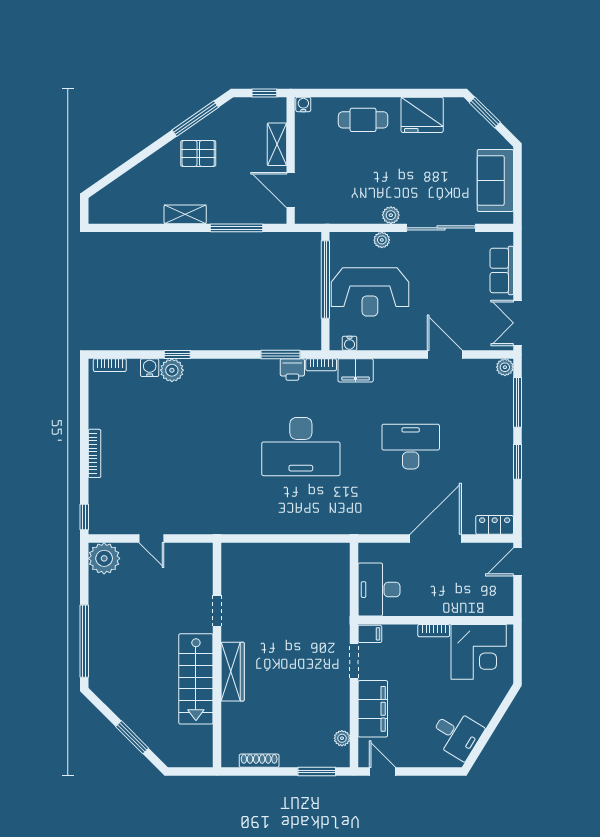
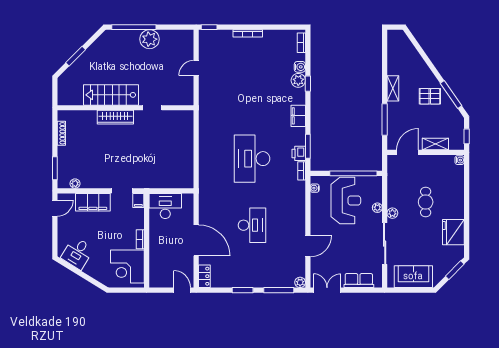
cafe table: (363, 120) -> (426, 202), moved
pallet: (198, 153) -> (430, 96), turned 90
reception desk: (370, 292) -> (346, 200), turned 180
filing cabinet: (356, 370) -> (298, 116), moved
plant: (104, 558) -> (150, 39), moved

